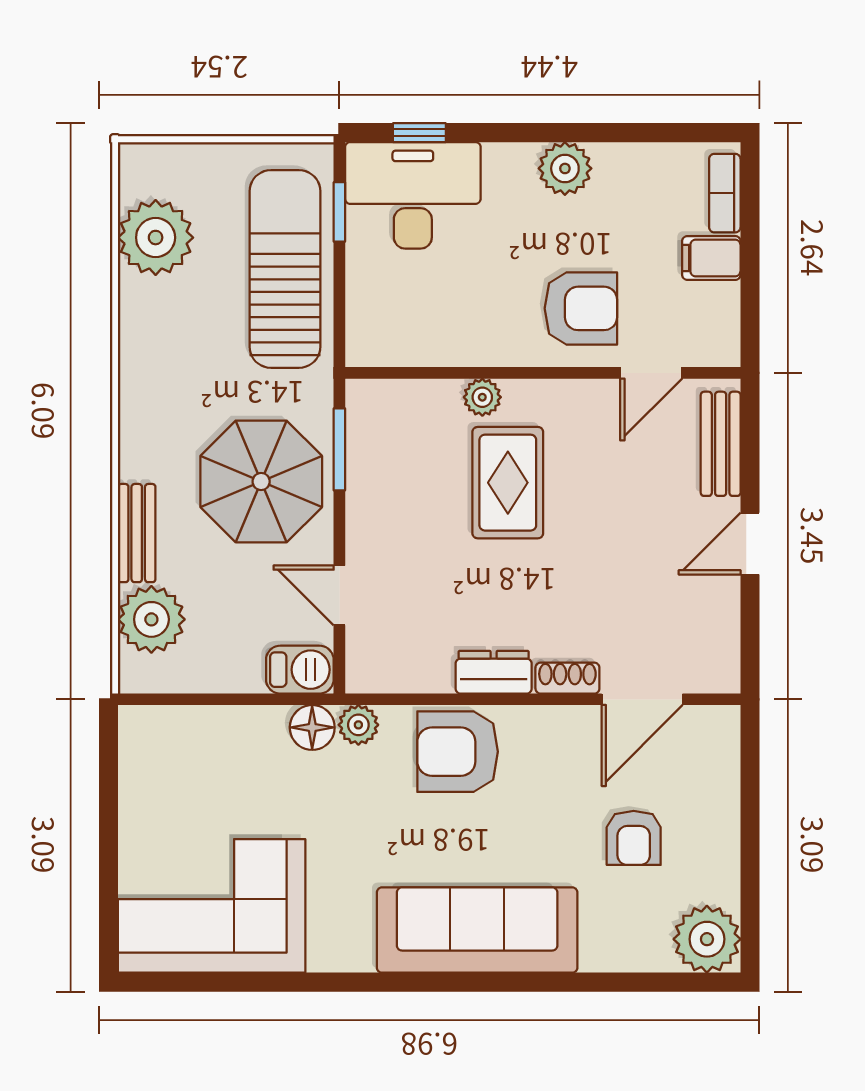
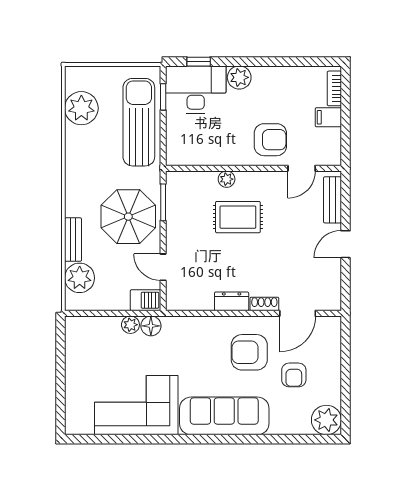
plant: (565, 168) -> (239, 77), moved
rug: (508, 483) -> (238, 217), turned 90
plant: (358, 725) -> (130, 325), moved
armchair: (458, 752) -> (249, 352), moved
corner sofa: (212, 906) -> (136, 405), moved

